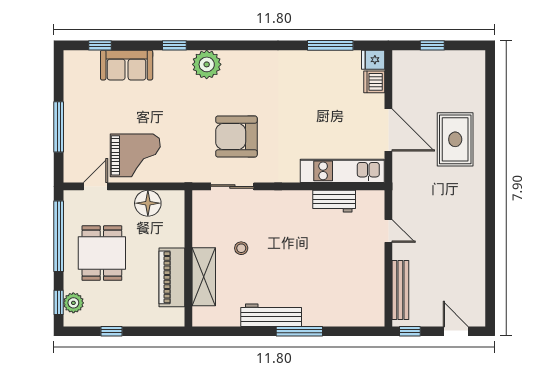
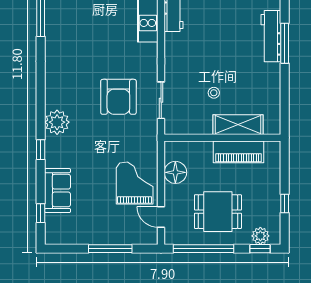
workbench: (271, 315) -> (271, 36), moved

